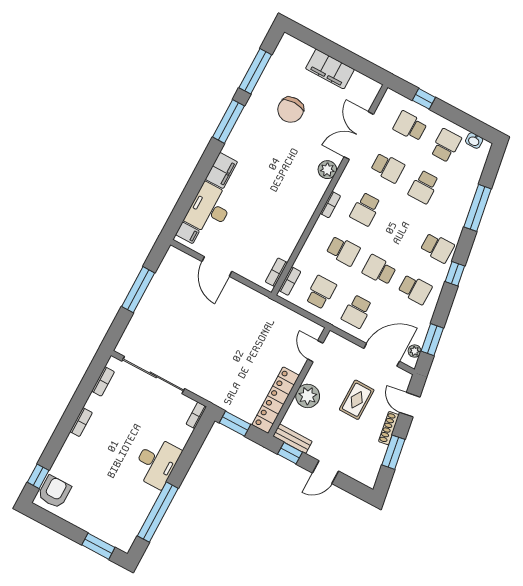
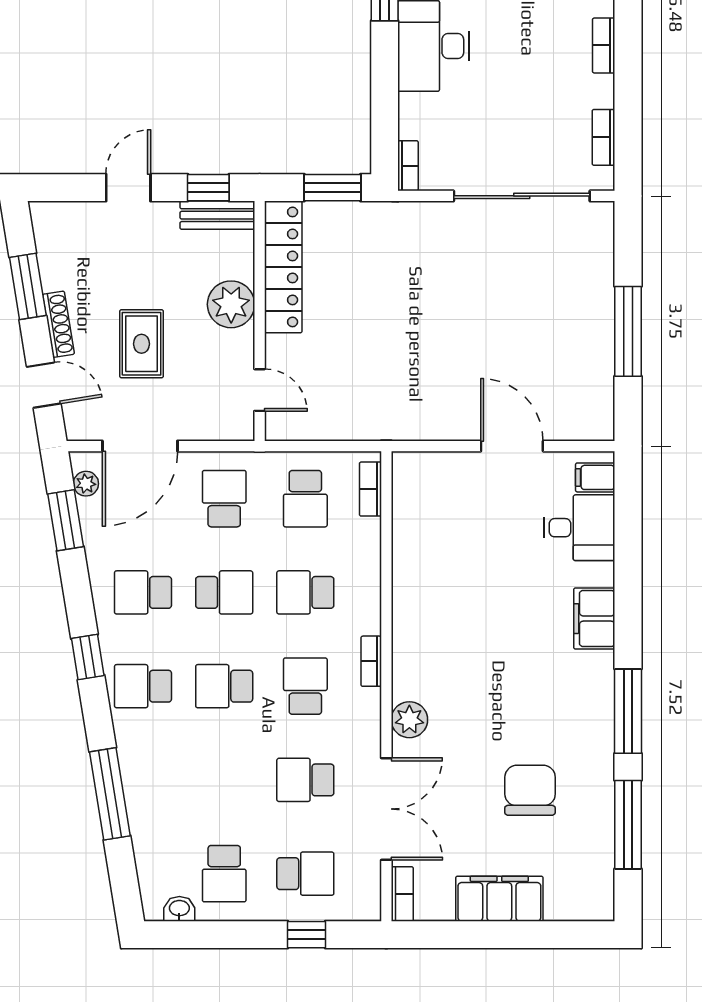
school desk: (424, 187) -> (224, 686), moved, turned -90
desk: (209, 209) -> (579, 528), width x0.73
bookcase: (276, 272) -> (402, 894), moved

